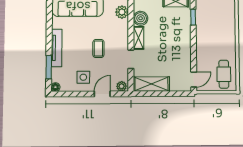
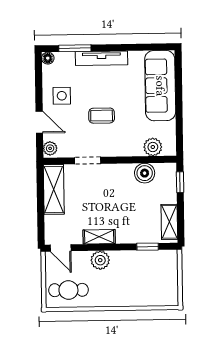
shelving: (139, 38) -> (99, 237), moved
plant: (203, 51) -> (100, 260), added

